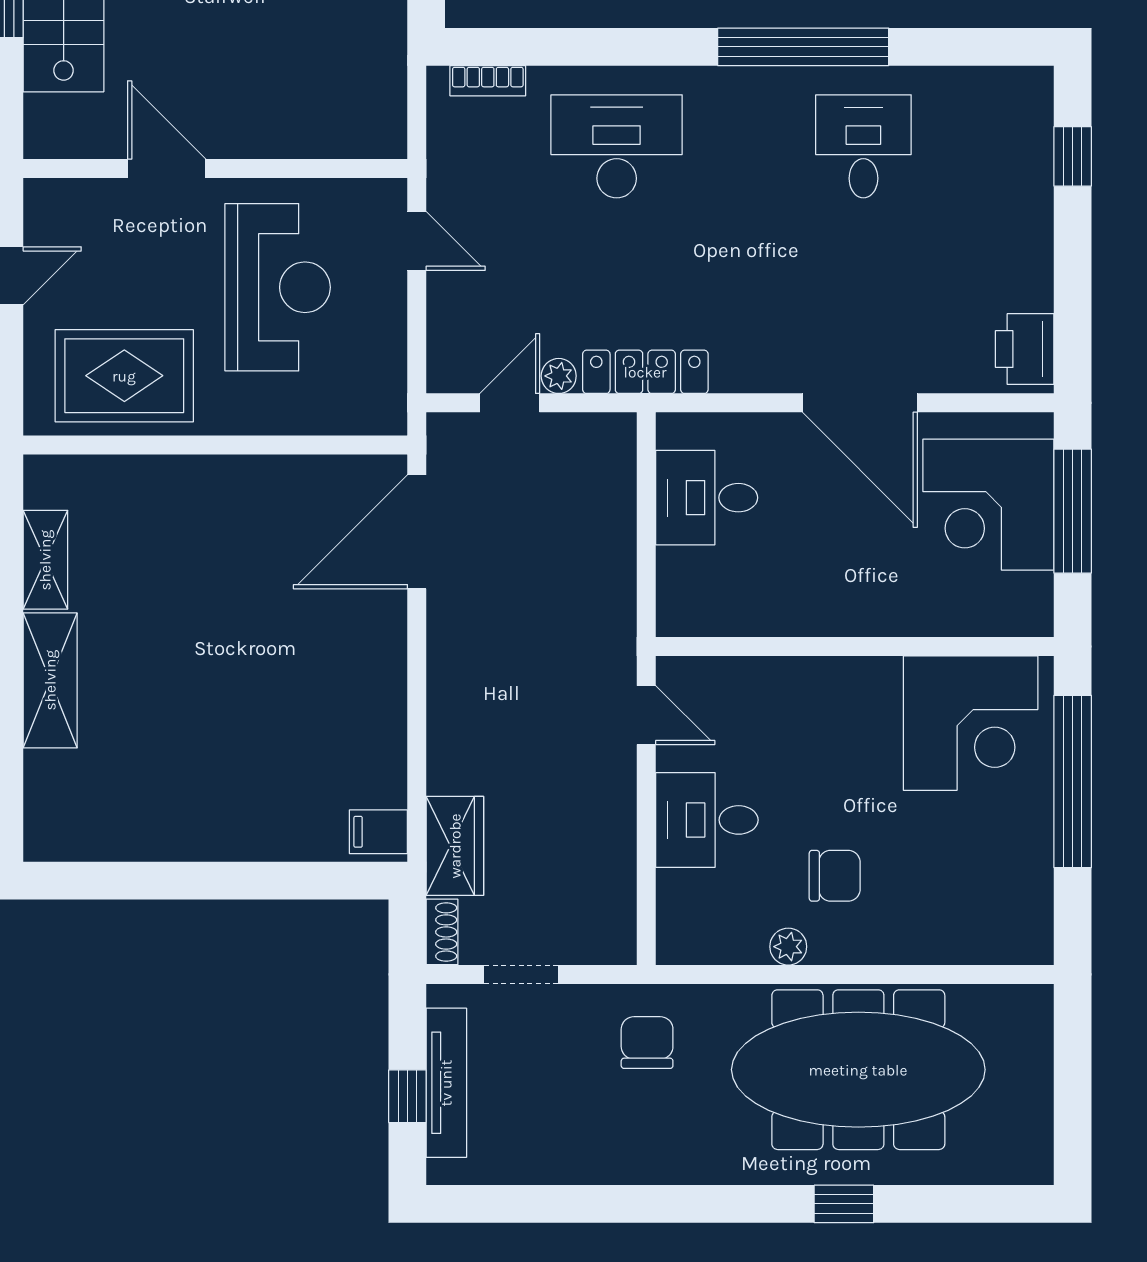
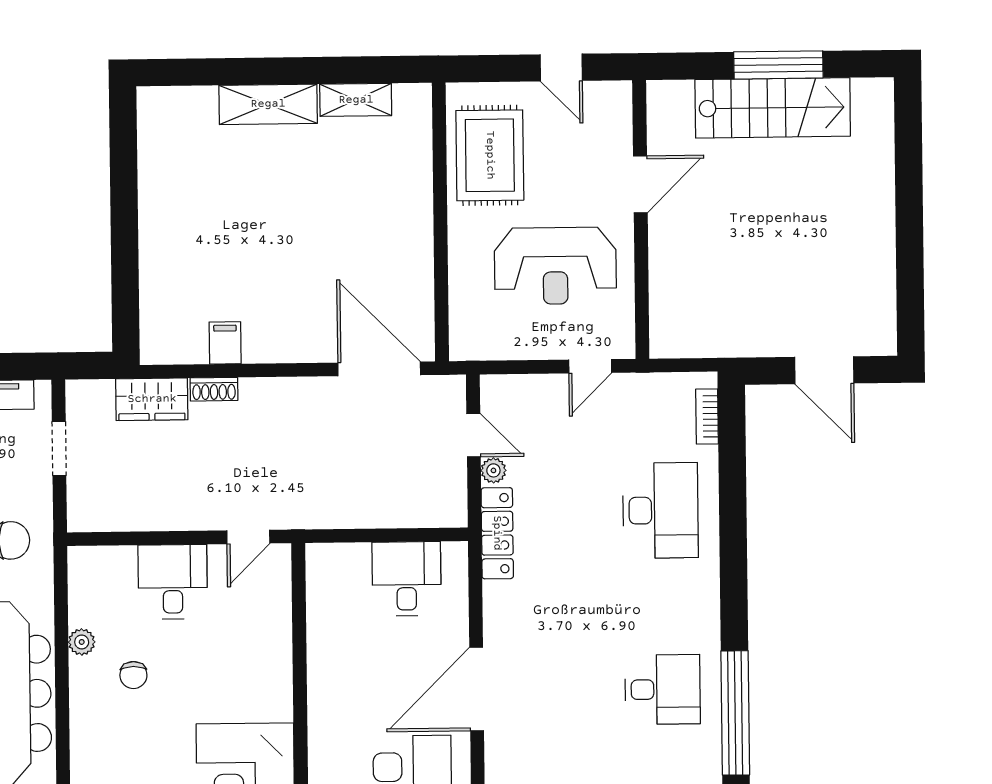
window: (803, 47) -> (735, 713), moved
filing cabinet: (378, 832) -> (225, 343), moved
chair: (835, 876) -> (133, 675), width x0.73, depth x0.73
shoe rack: (442, 932) -> (214, 389), moved

